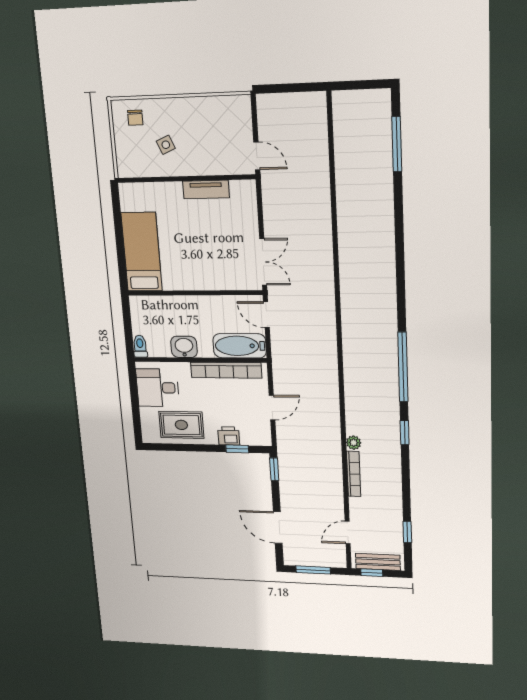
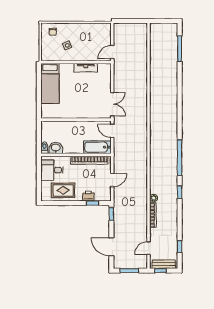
door: (257, 156) -> (112, 52), swing flipped
bed: (142, 252) -> (50, 83), moved, turned 180
washbasin: (184, 347) -> (56, 148), moved

